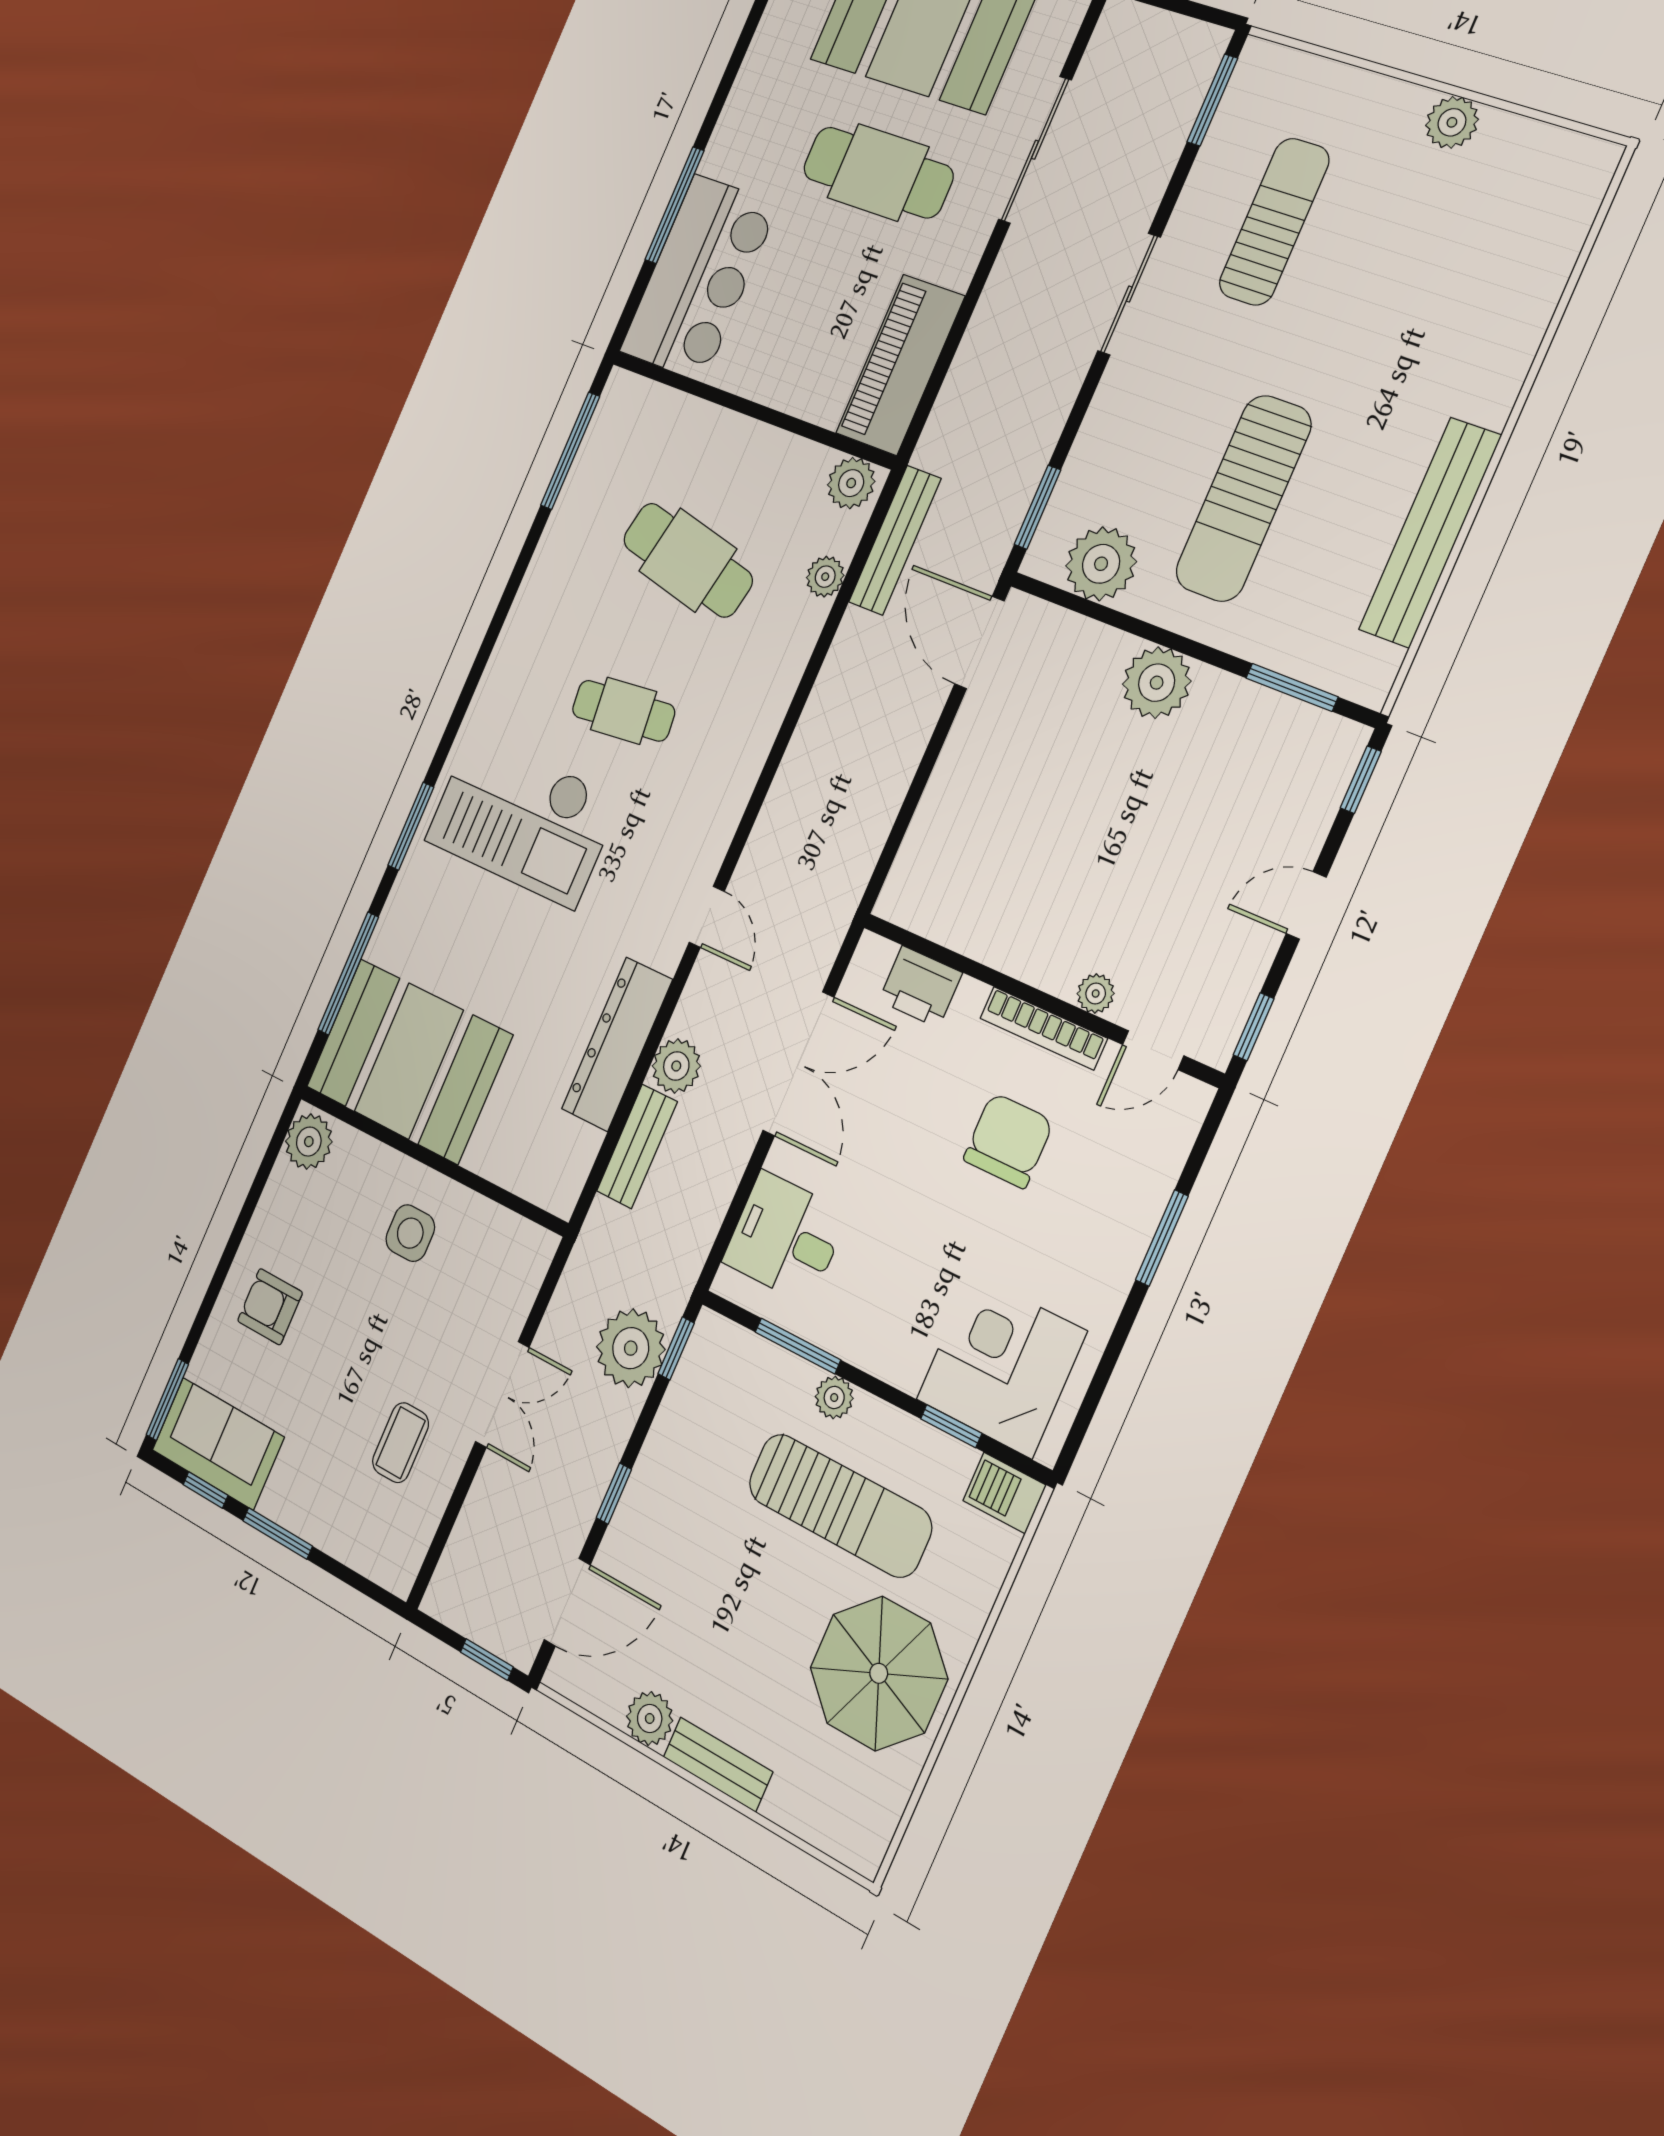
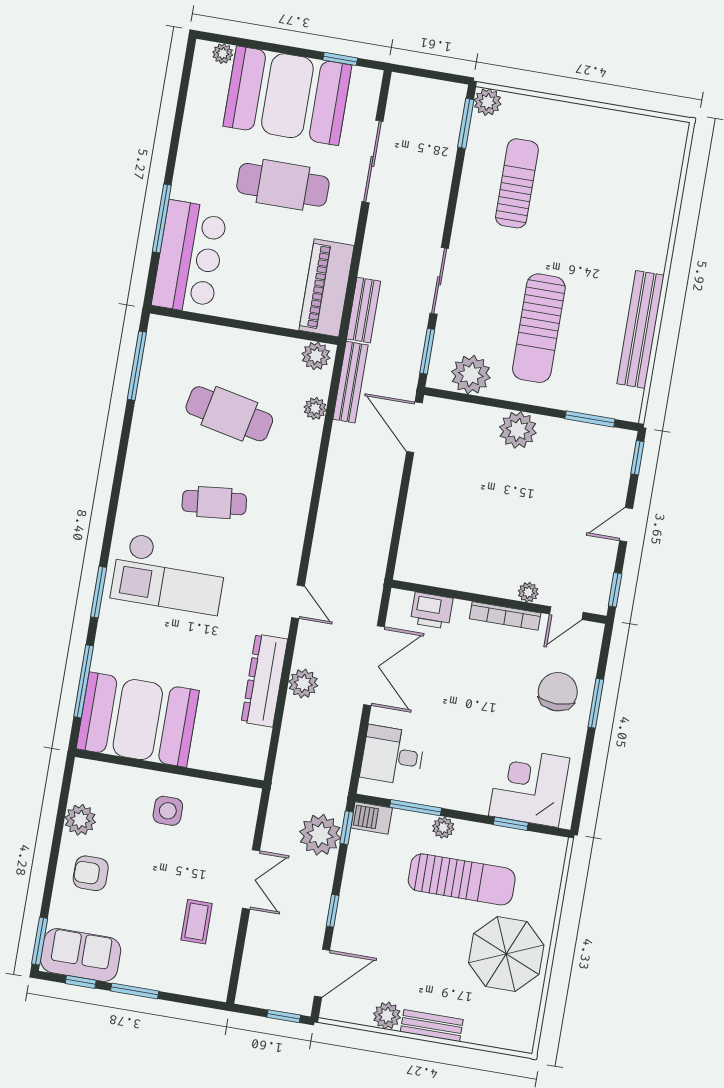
plant: (1452, 122) -> (488, 102), moved
sliding door: (1129, 294) -> (439, 281), moved
chair: (1008, 1140) -> (558, 692), moved
plant: (309, 1142) -> (80, 820), moved
bench: (637, 1146) -> (364, 310), moved
barbecue: (1004, 1493) -> (372, 818), moved

